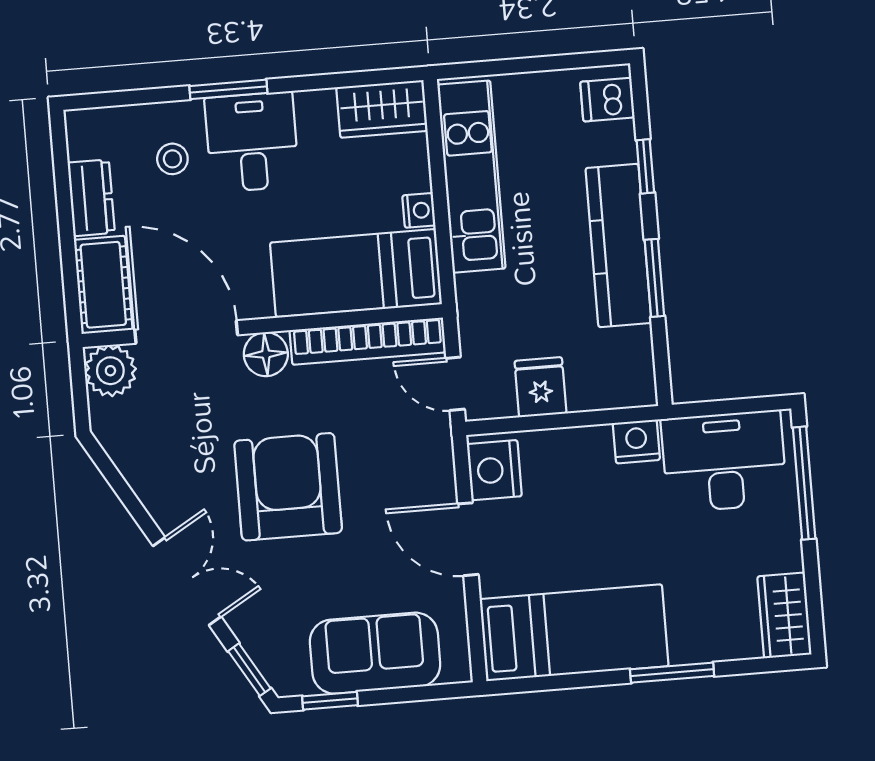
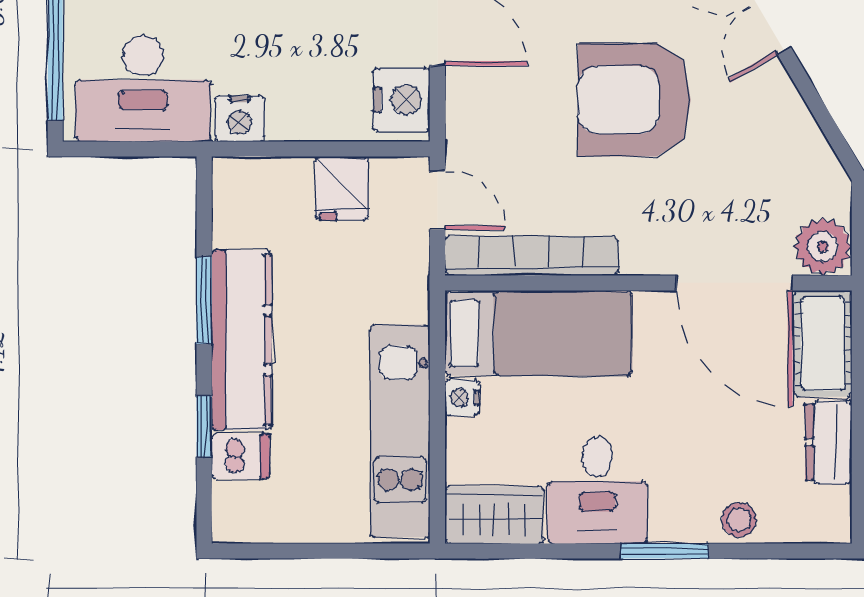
dishwasher: (607, 100) -> (240, 456), moved
desk: (252, 142) -> (597, 490), moved
stool: (172, 159) -> (739, 520), moved
floor lamp: (266, 354) -> (647, 251), removed
armchair: (288, 487) -> (634, 100), turned 90

